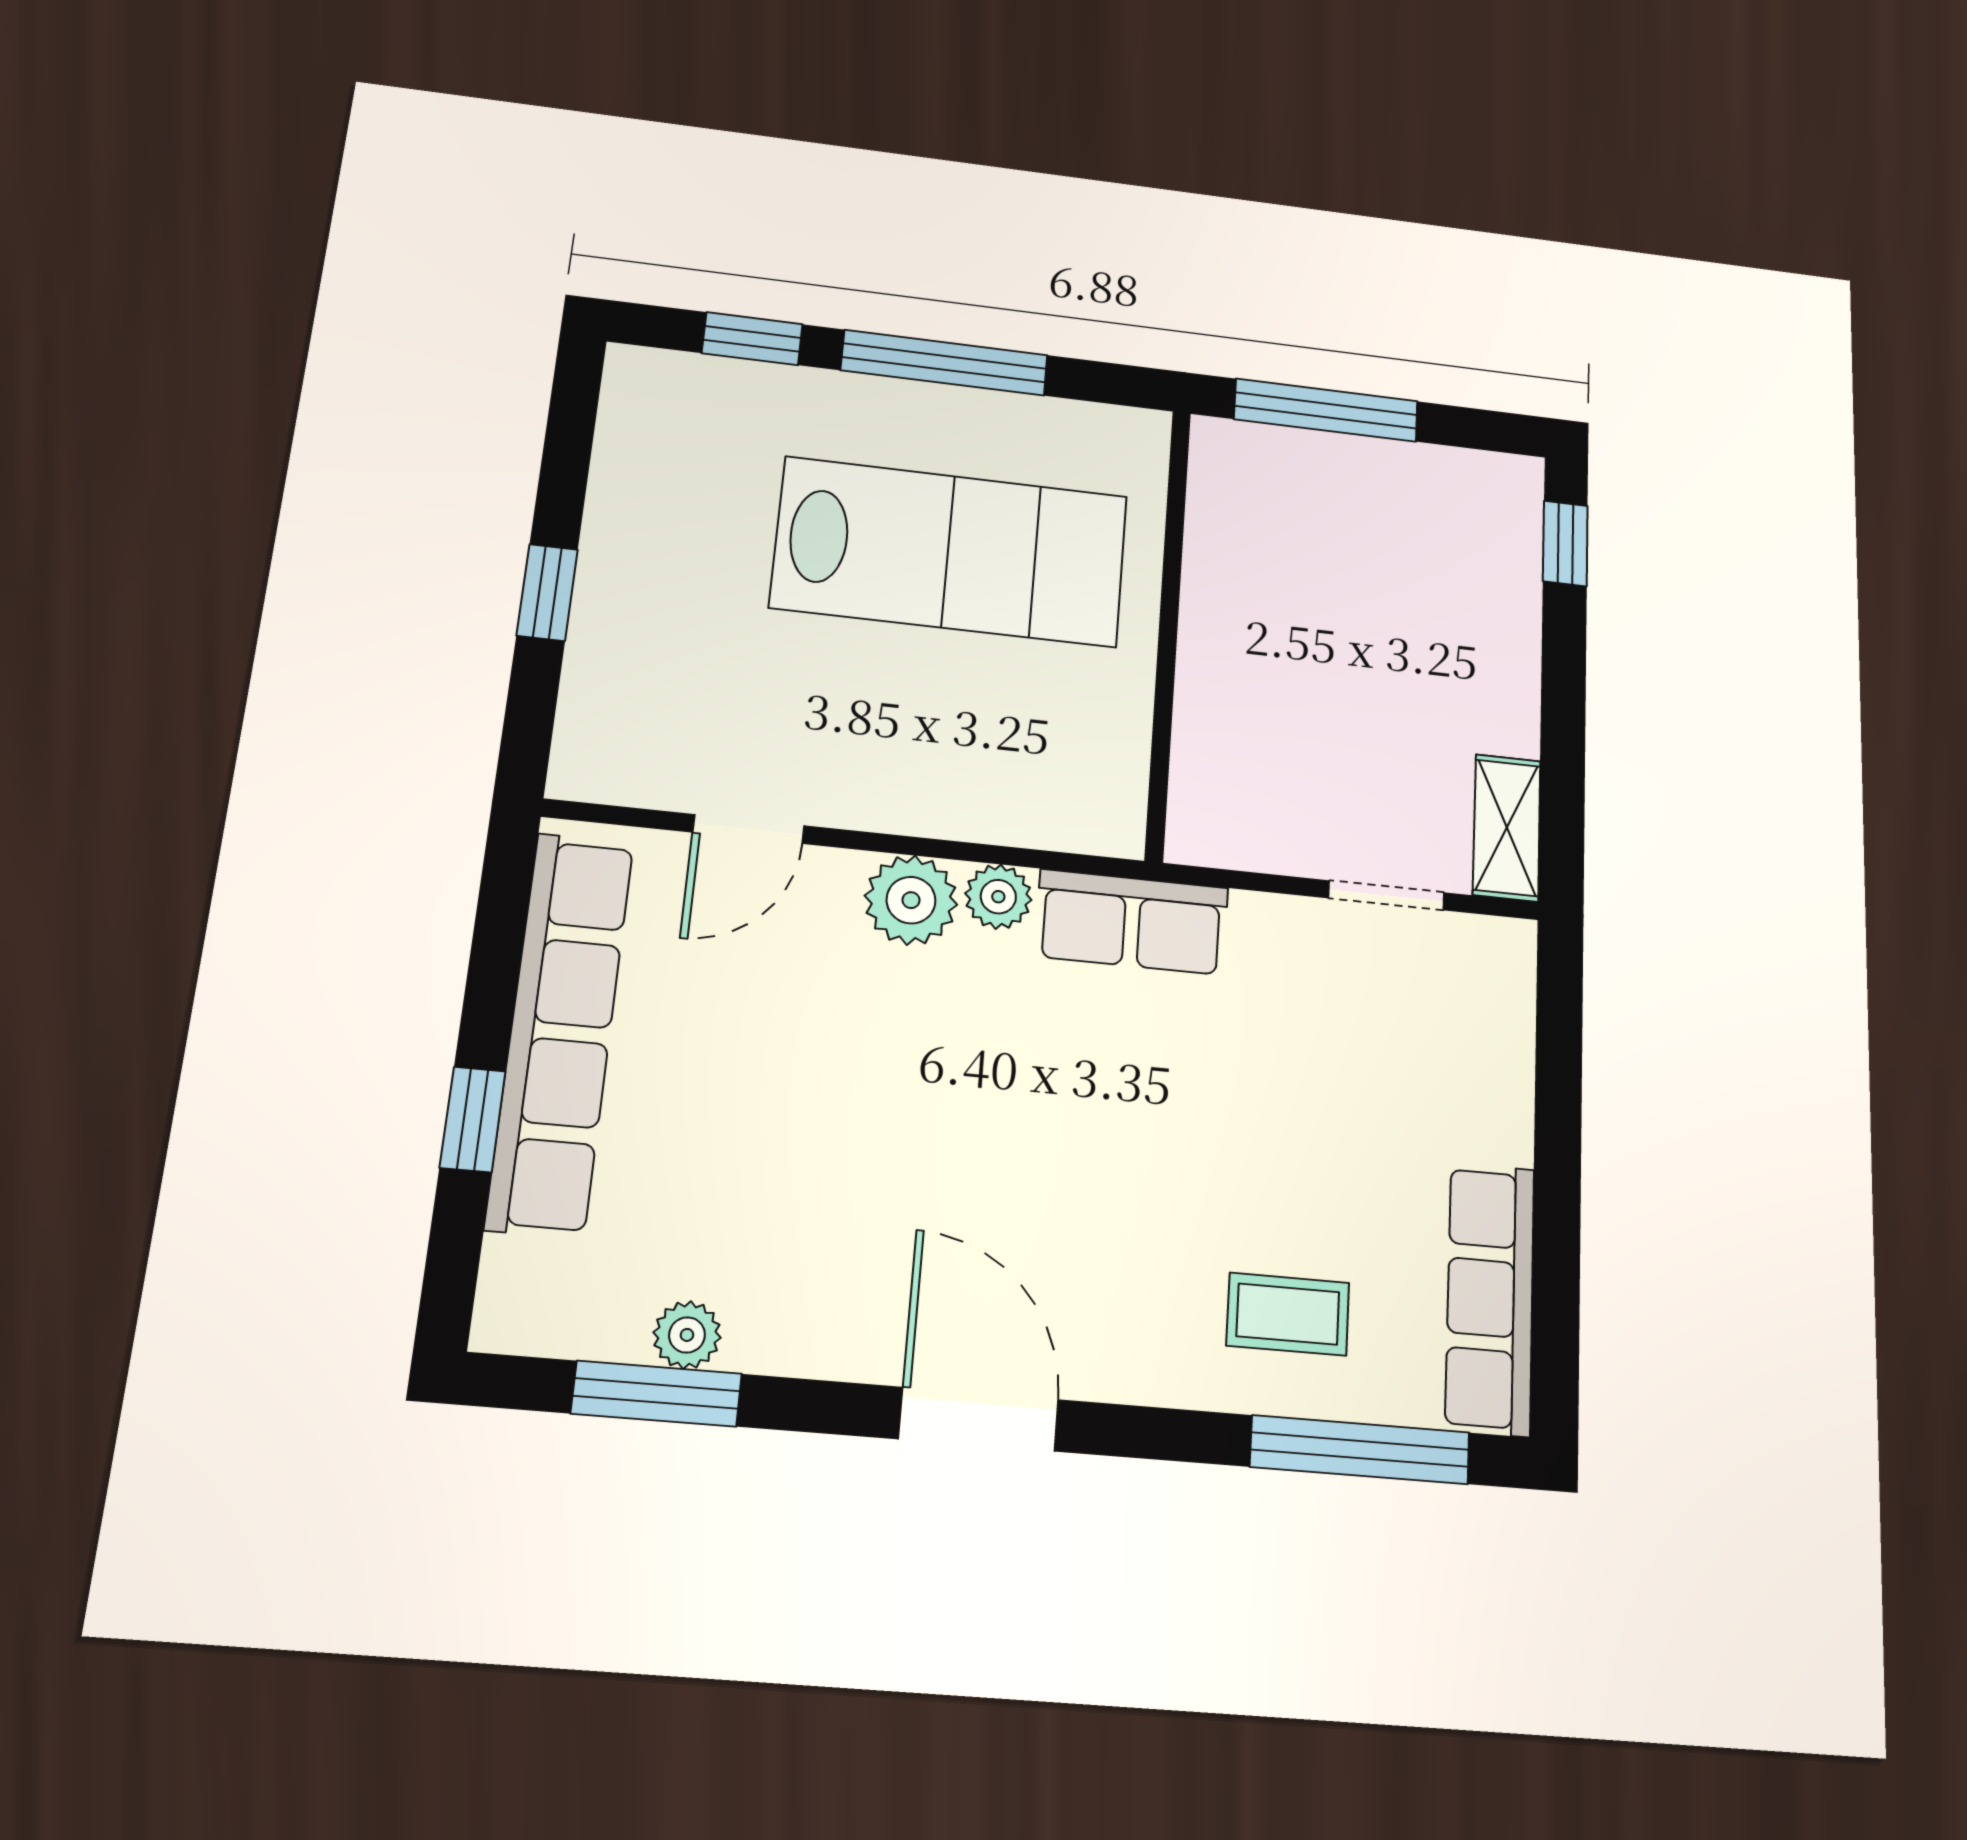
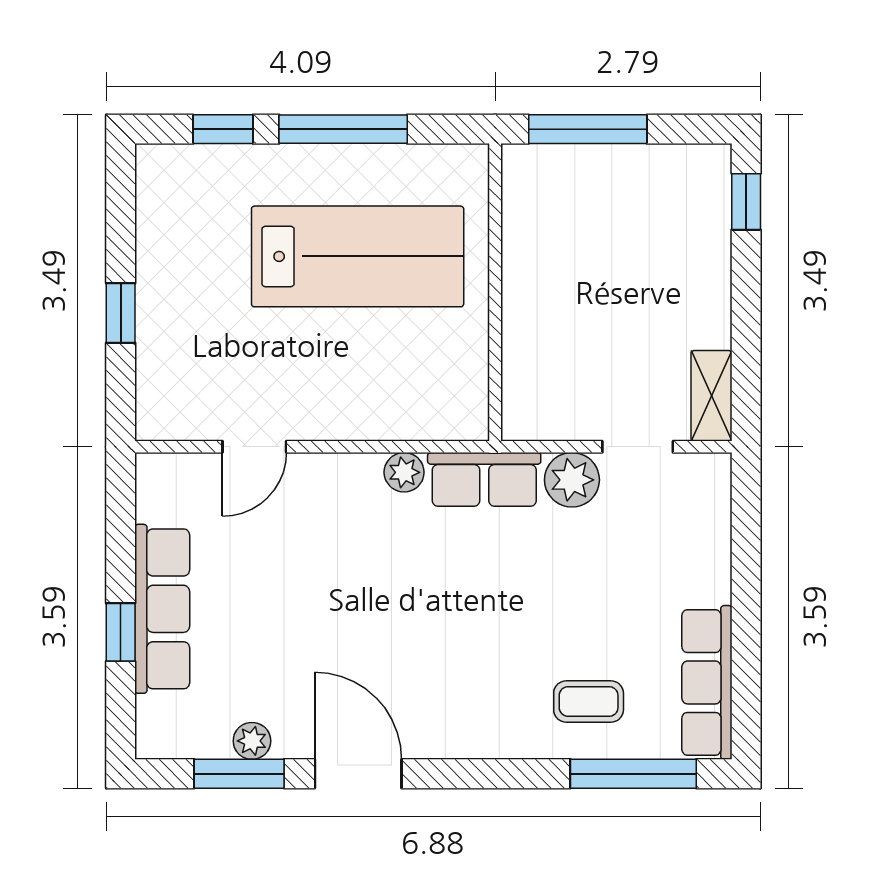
plant: (911, 900) -> (572, 480), moved
row of seats: (561, 1032) -> (162, 609), width x0.73
door: (979, 1419) -> (358, 774), moved

